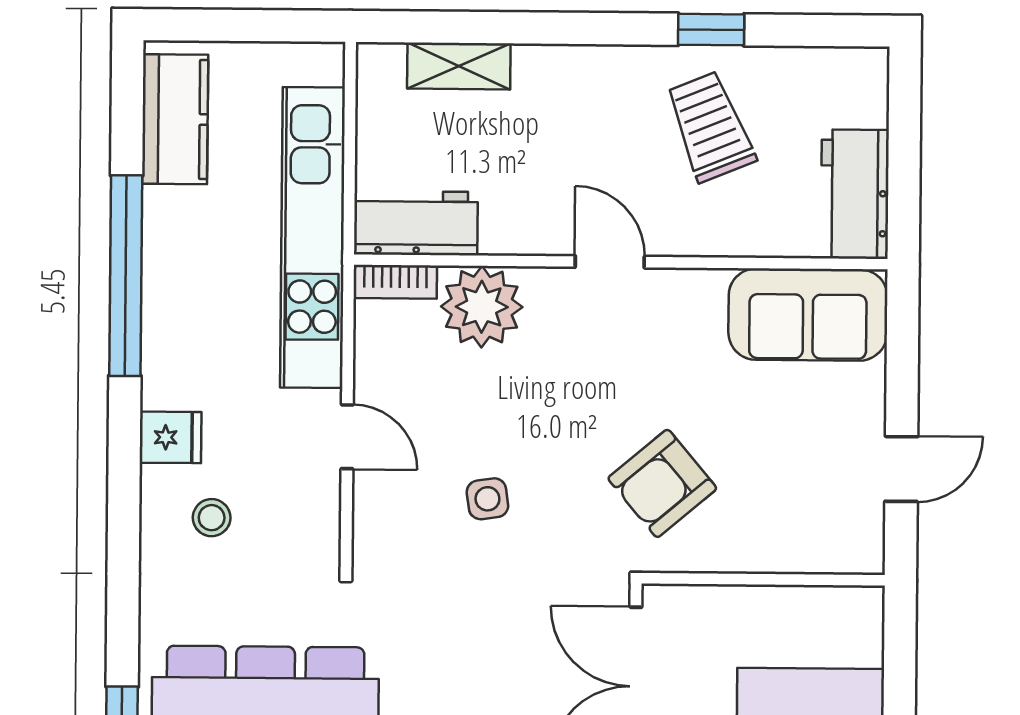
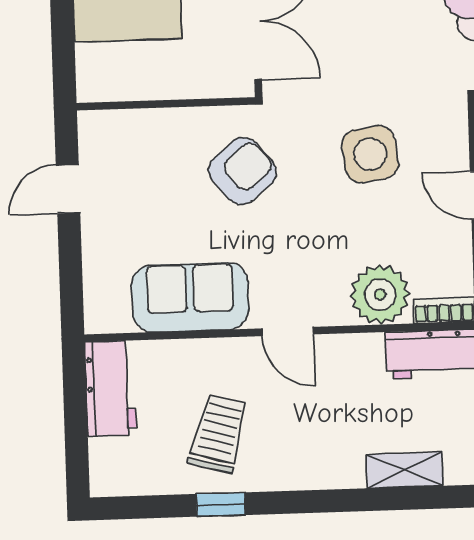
trolley: (710, 127) -> (218, 434), turned -142
sofa: (808, 315) -> (190, 297), moved
side table: (487, 499) -> (370, 154), width x1.87, depth x1.87

